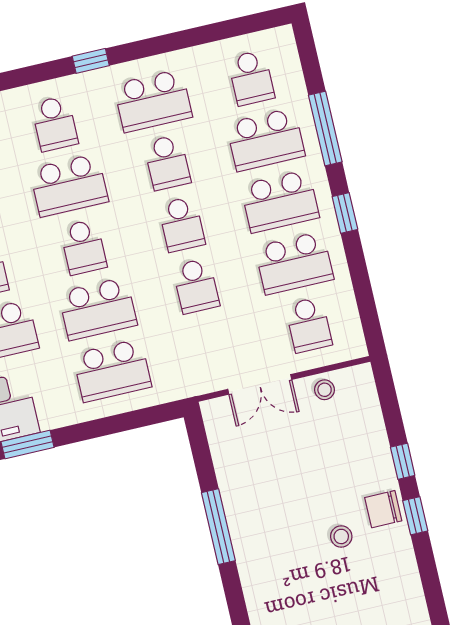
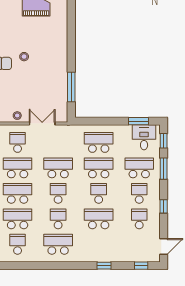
window: (91, 61) -> (104, 266), moved
school desk: (55, 124) -> (99, 244), removed
school desk: (196, 286) -> (58, 168), width x1.85
window: (218, 527) -> (71, 87), moved

